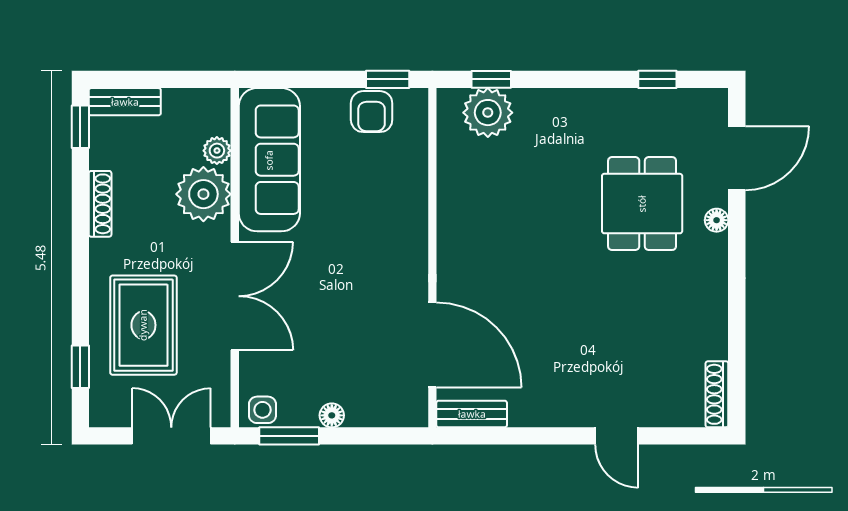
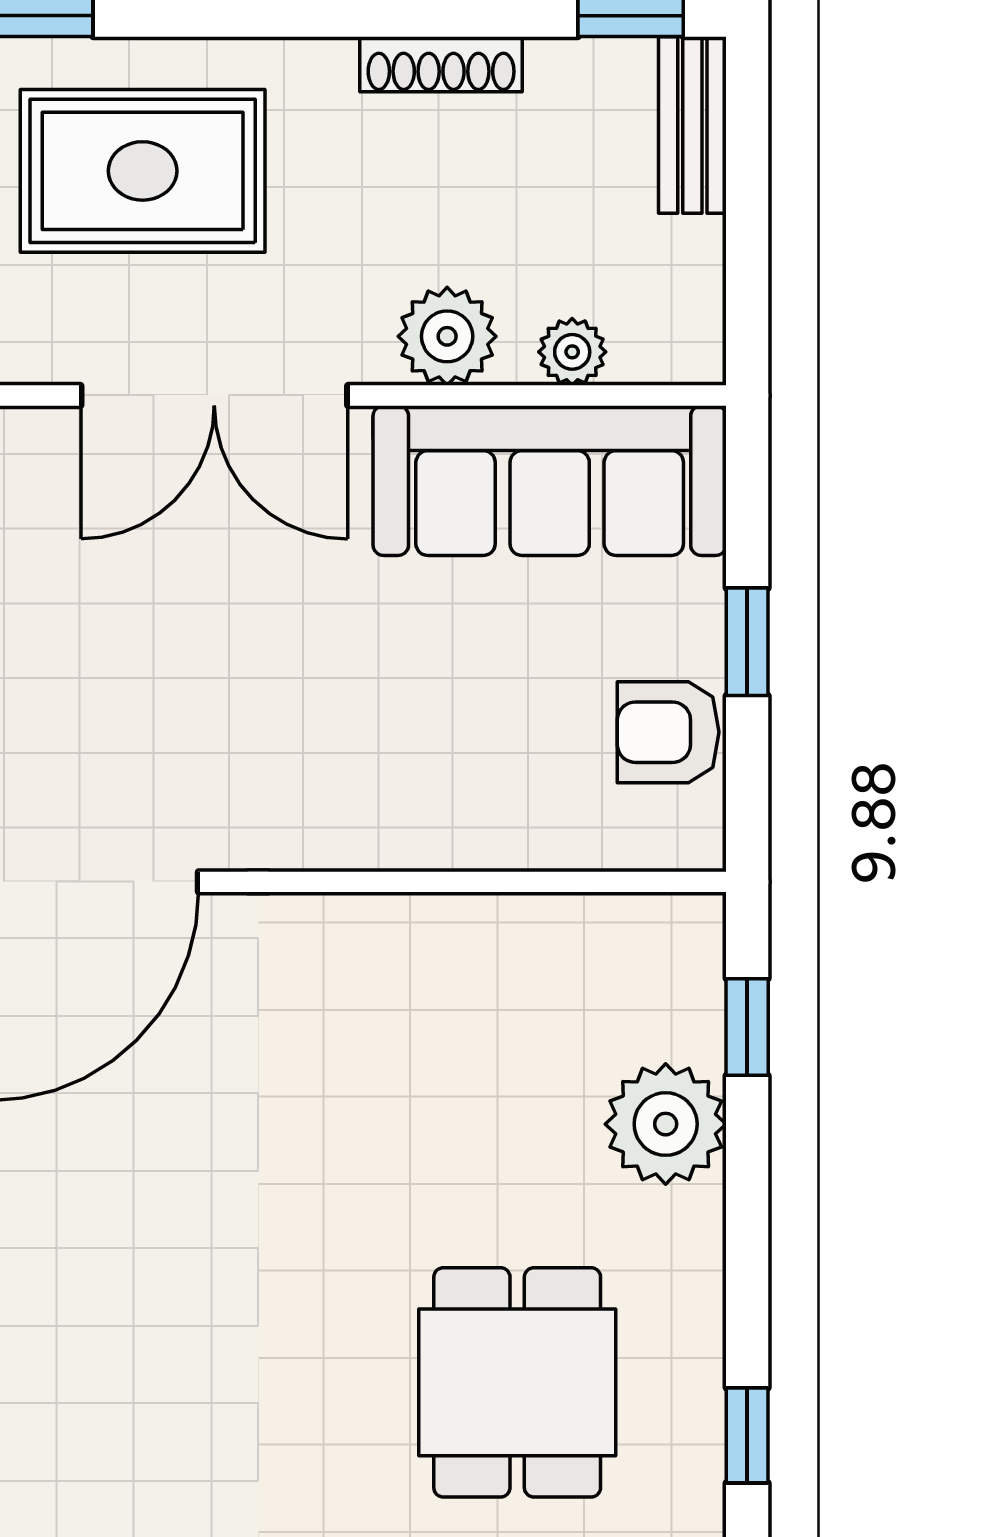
window: (388, 79) -> (747, 642), moved
plant: (488, 113) -> (666, 1124), moved
plant: (203, 194) -> (447, 336), width x0.73, depth x0.73
dining table: (642, 204) -> (517, 1382), moved, turned 90

